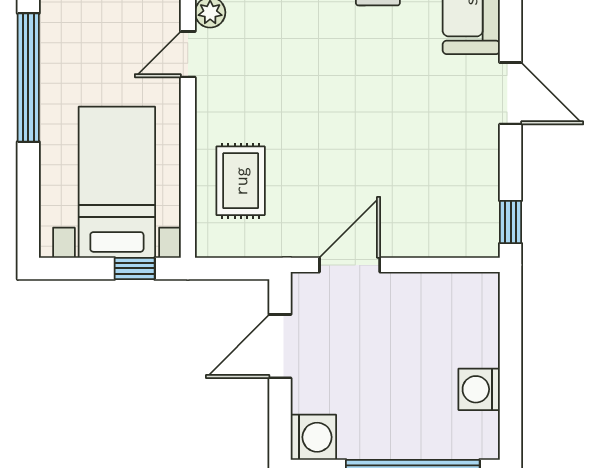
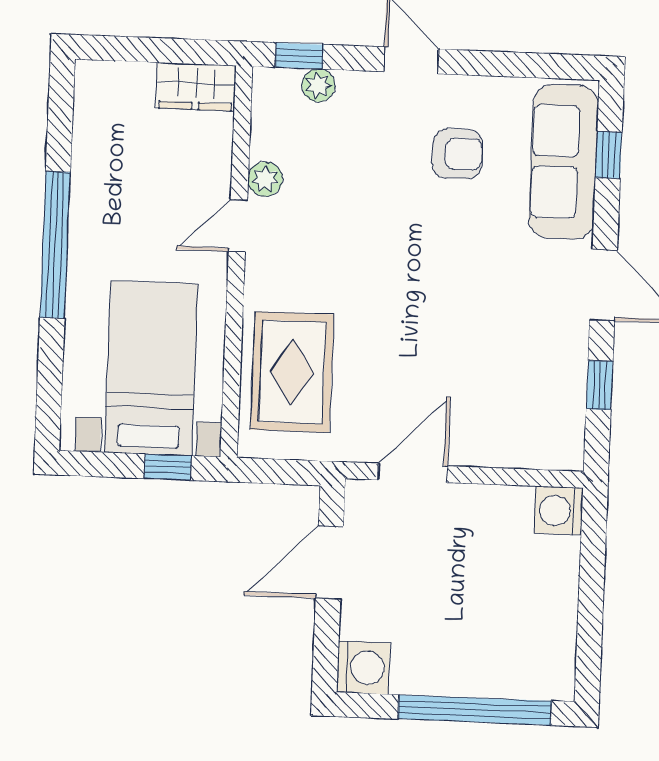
rug: (241, 181) -> (292, 372), width x1.36, depth x1.43
window: (511, 222) -> (599, 385), moved
washing machine: (479, 389) -> (559, 511), moved

